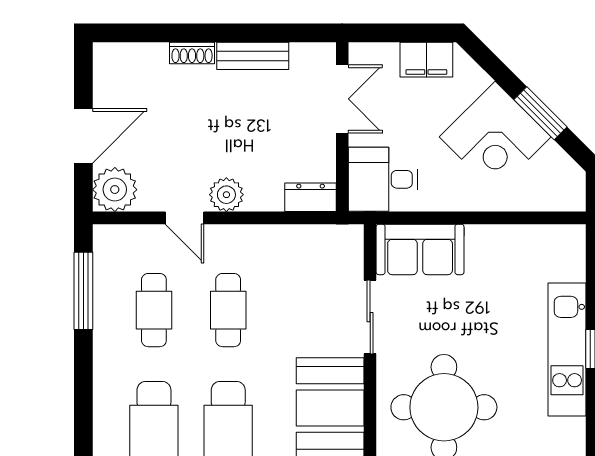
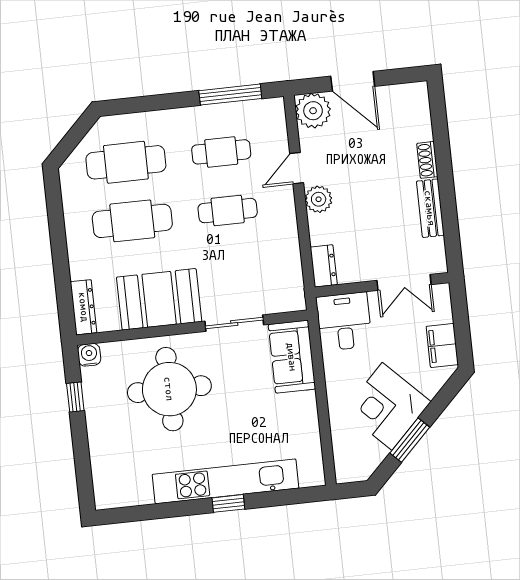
kitchen unit: (567, 350) -> (226, 481), width x1.36

